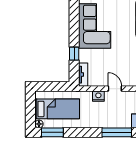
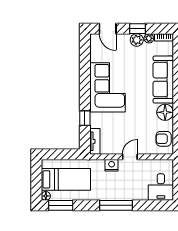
door: (115, 89) -> (130, 157), hinge flipped
window: (117, 132) -> (116, 205), moved

